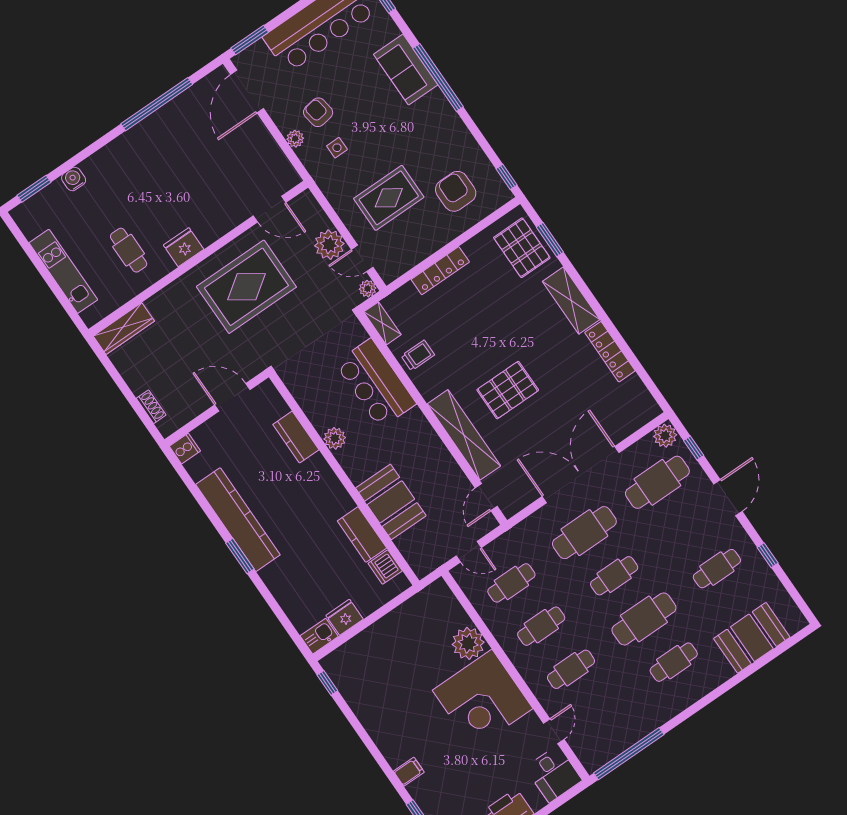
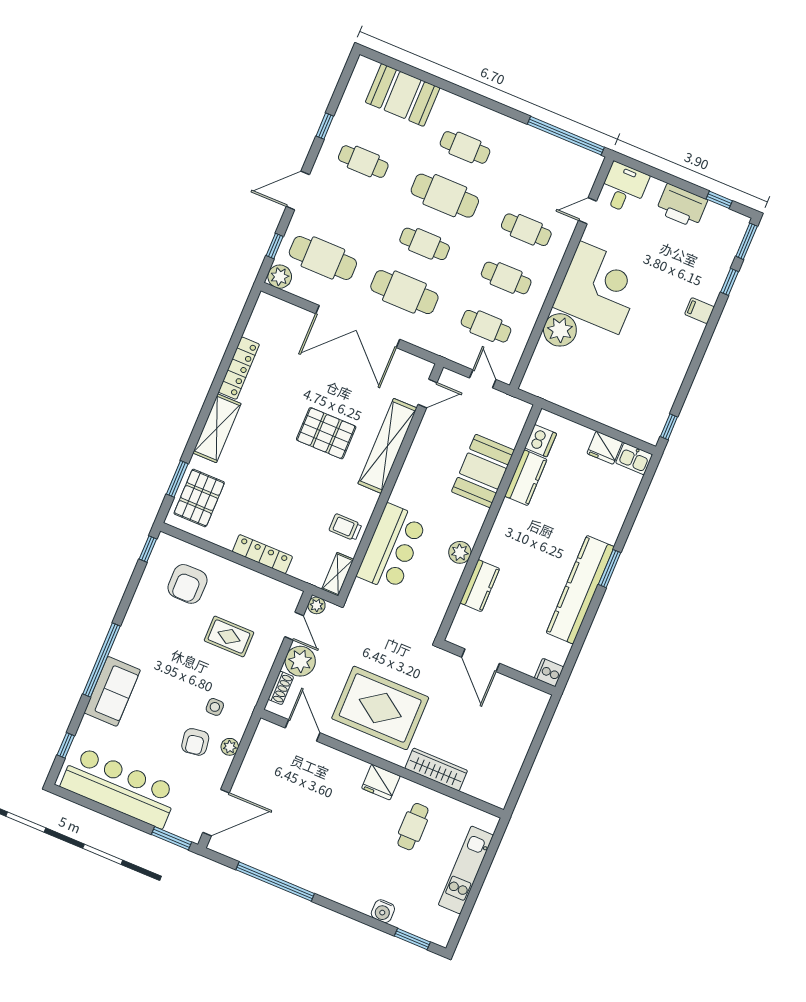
rug: (389, 198) -> (229, 636), width x0.73, depth x0.70
wardrobe: (124, 329) -> (436, 769), moved
shoe rack: (151, 407) -> (281, 688), moved, turned 180

